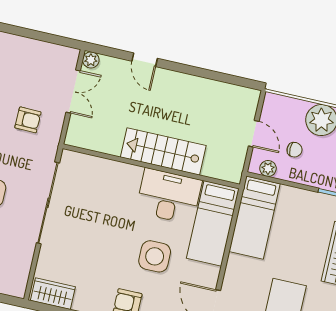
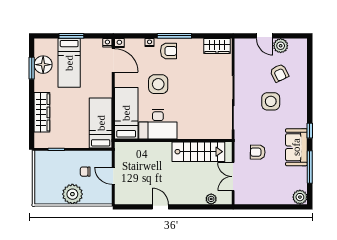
plant: (91, 60) -> (211, 199), moved
door: (145, 60) -> (160, 207), moved
stairs: (163, 151) -> (198, 152), moved
plant: (268, 168) -> (99, 156), removed

